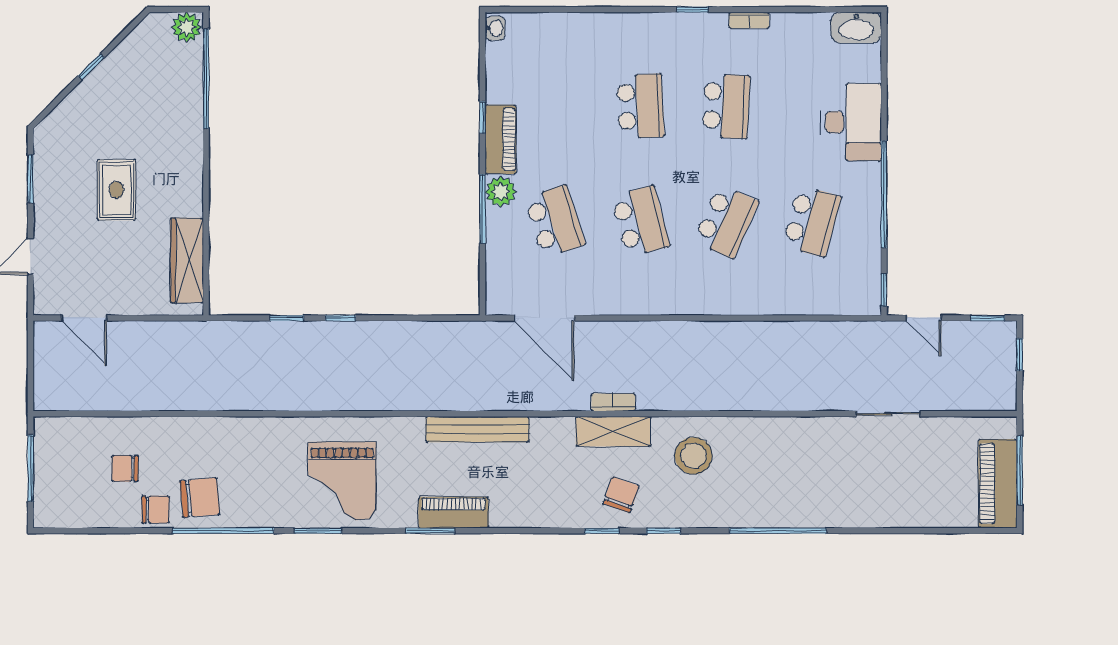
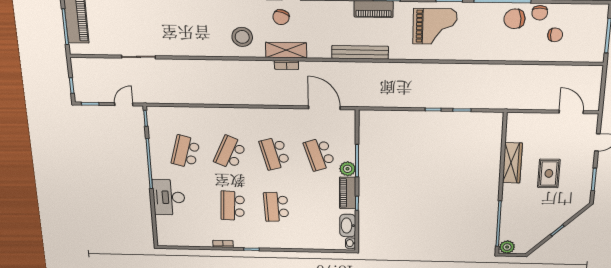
washbasin: (856, 28) -> (348, 226), moved, turned -90
wardrobe: (187, 260) -> (512, 163), moved
door: (924, 318) -> (124, 104), hinge flipped
grand piano: (342, 481) -> (435, 26), turned 90
chair: (156, 510) -> (540, 13), turned -90

